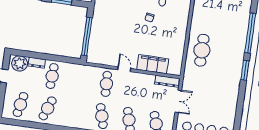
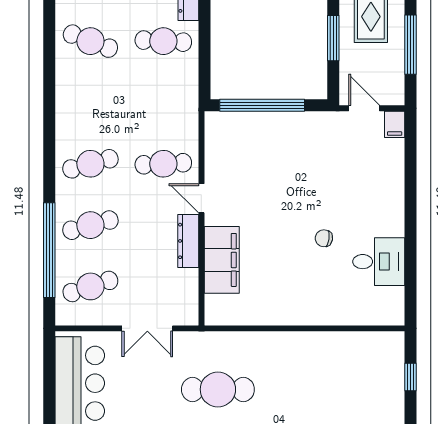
cafe table: (202, 50) -> (218, 389), moved
door: (124, 69) -> (201, 198), swing flipped
dresser: (167, 81) -> (188, 241), moved

